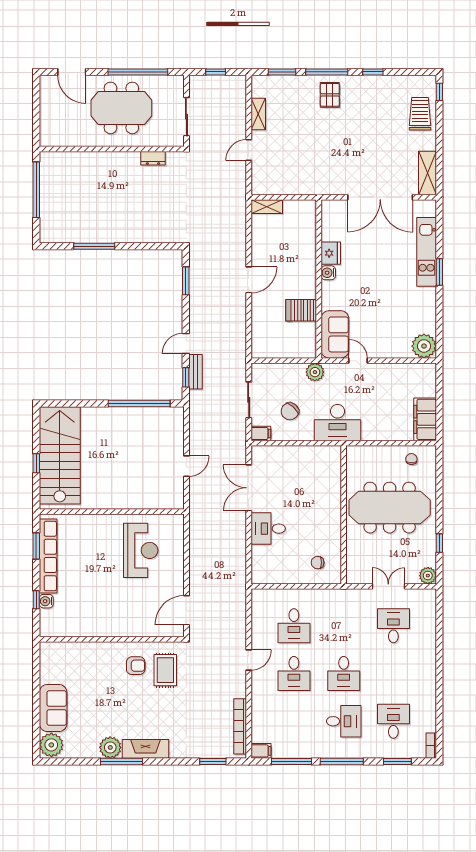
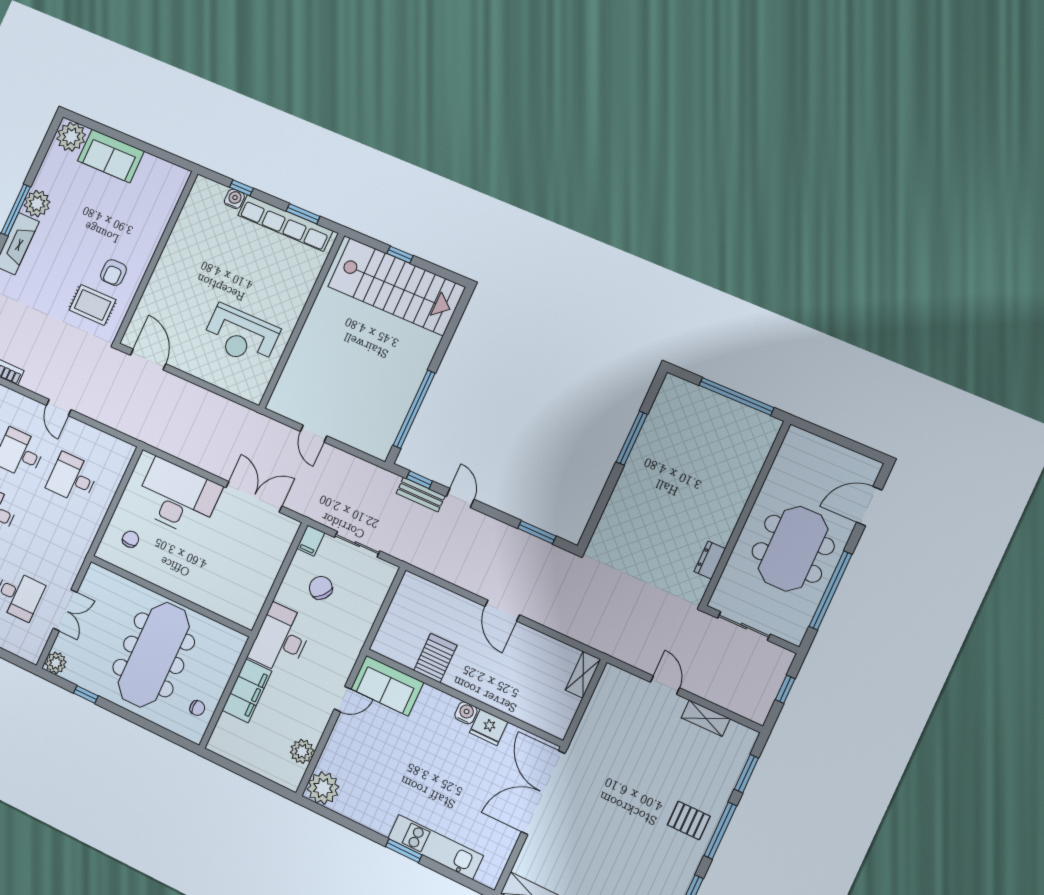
double door: (380, 197) -> (543, 793), moved
plant: (315, 372) -> (302, 751), moved
filing cabinet: (425, 419) -> (247, 691), moved, turned 90
desk: (268, 529) -> (178, 497), width x1.87, depth x1.30

